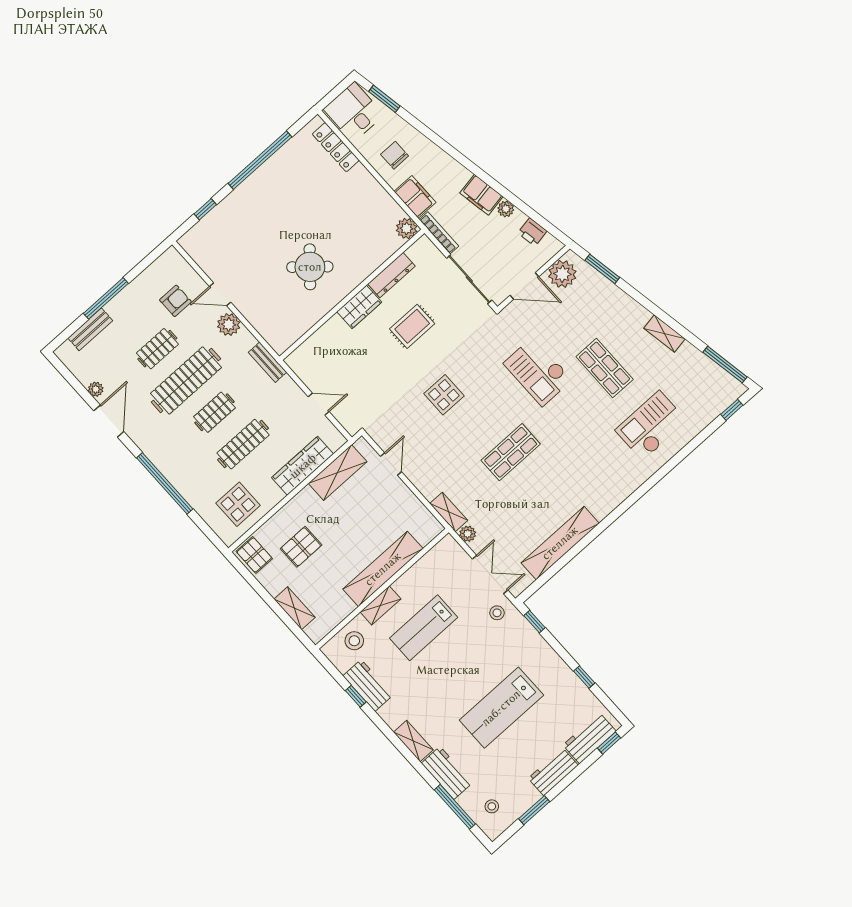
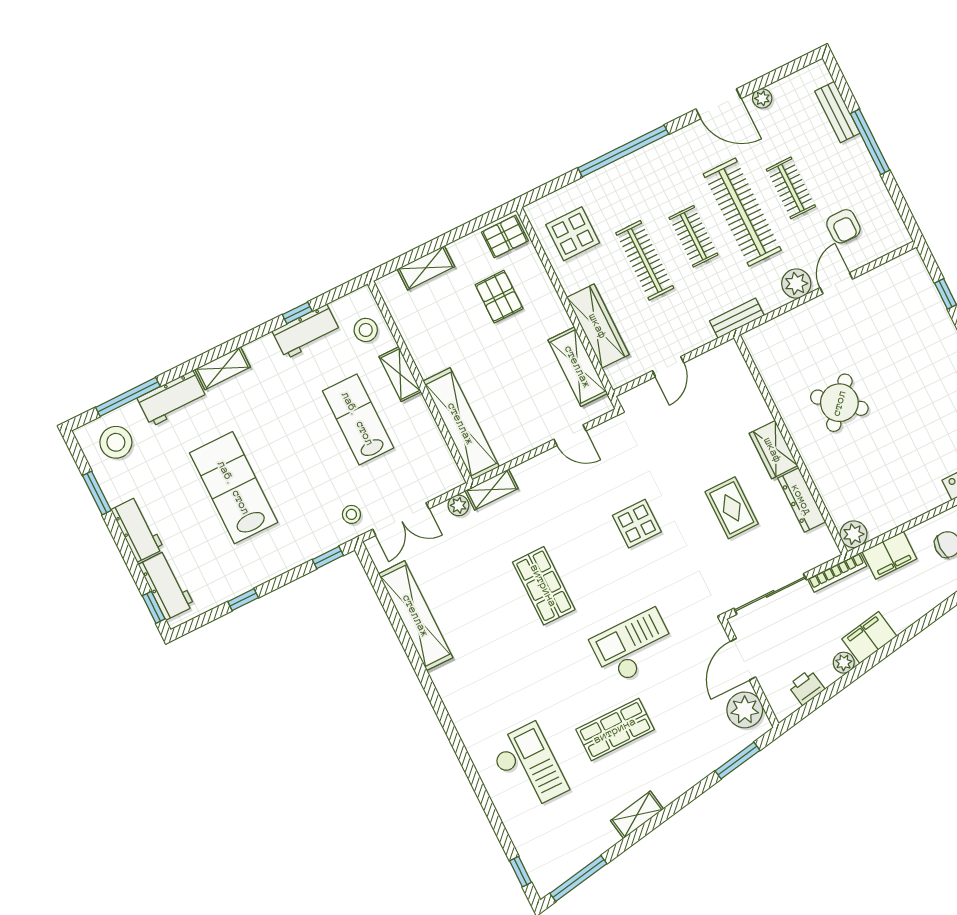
shelving: (383, 569) -> (461, 424), moved
stool: (492, 806) -> (116, 442), width x1.89, depth x1.89

